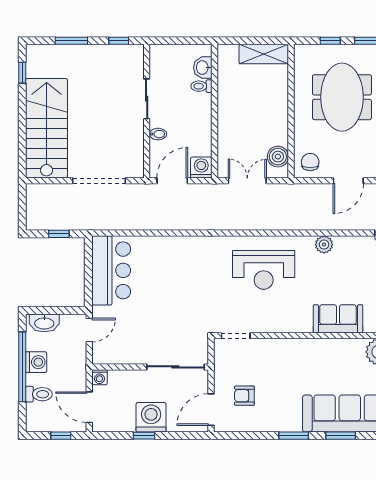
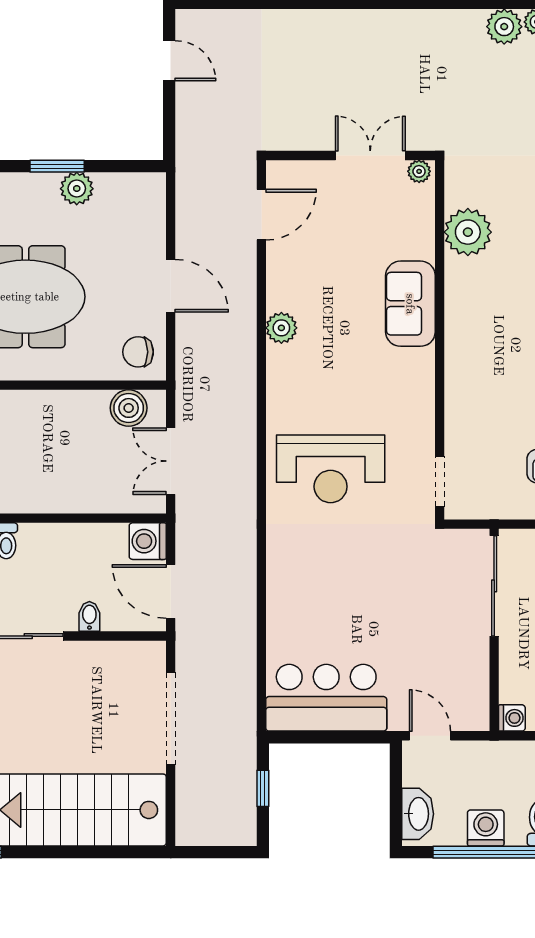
reception desk: (264, 270) -> (331, 469), moved, turned 90

